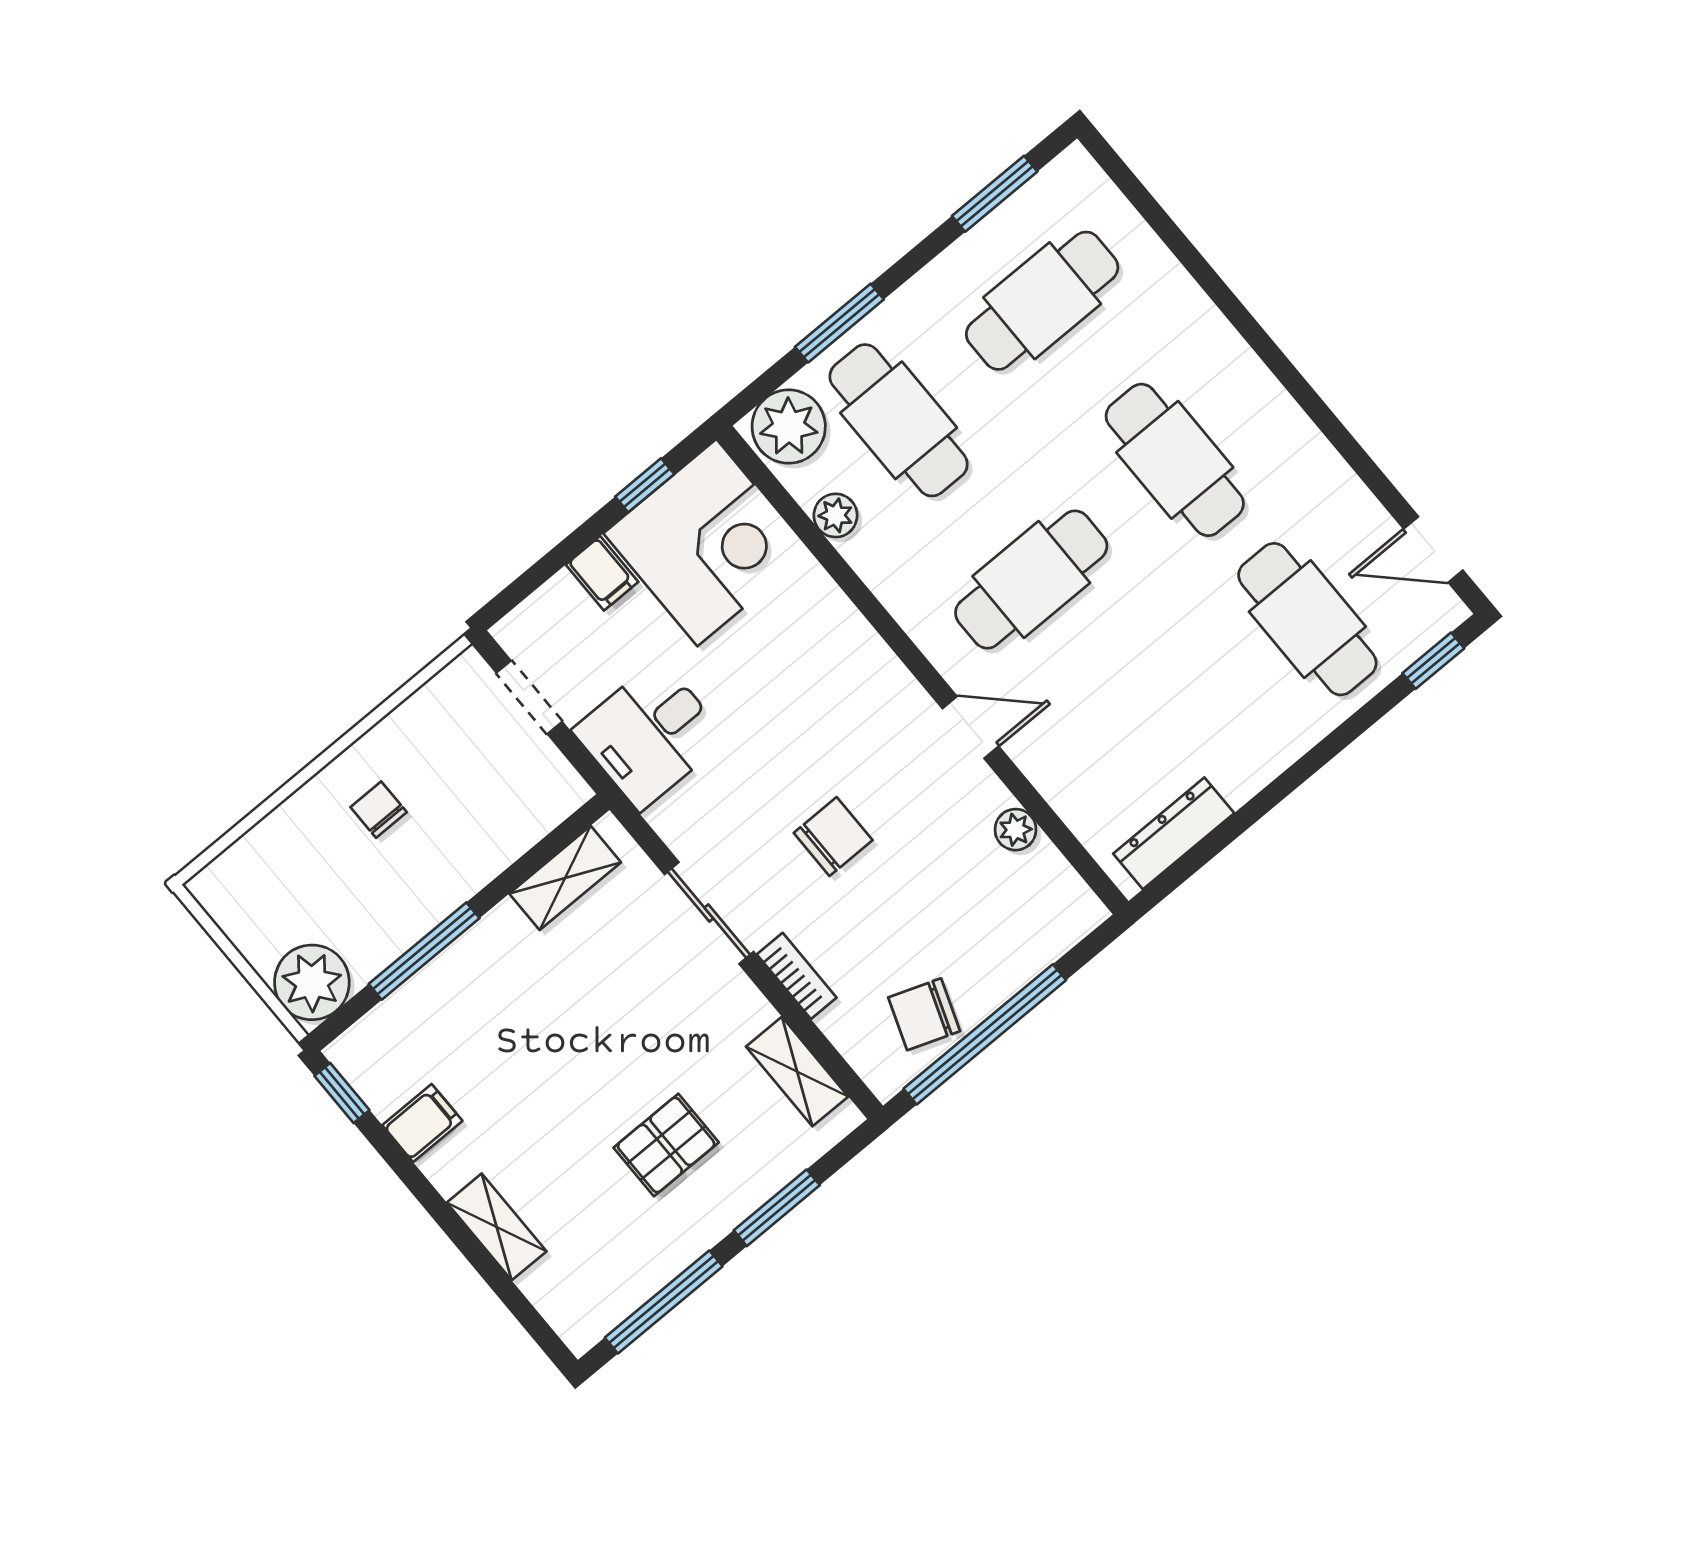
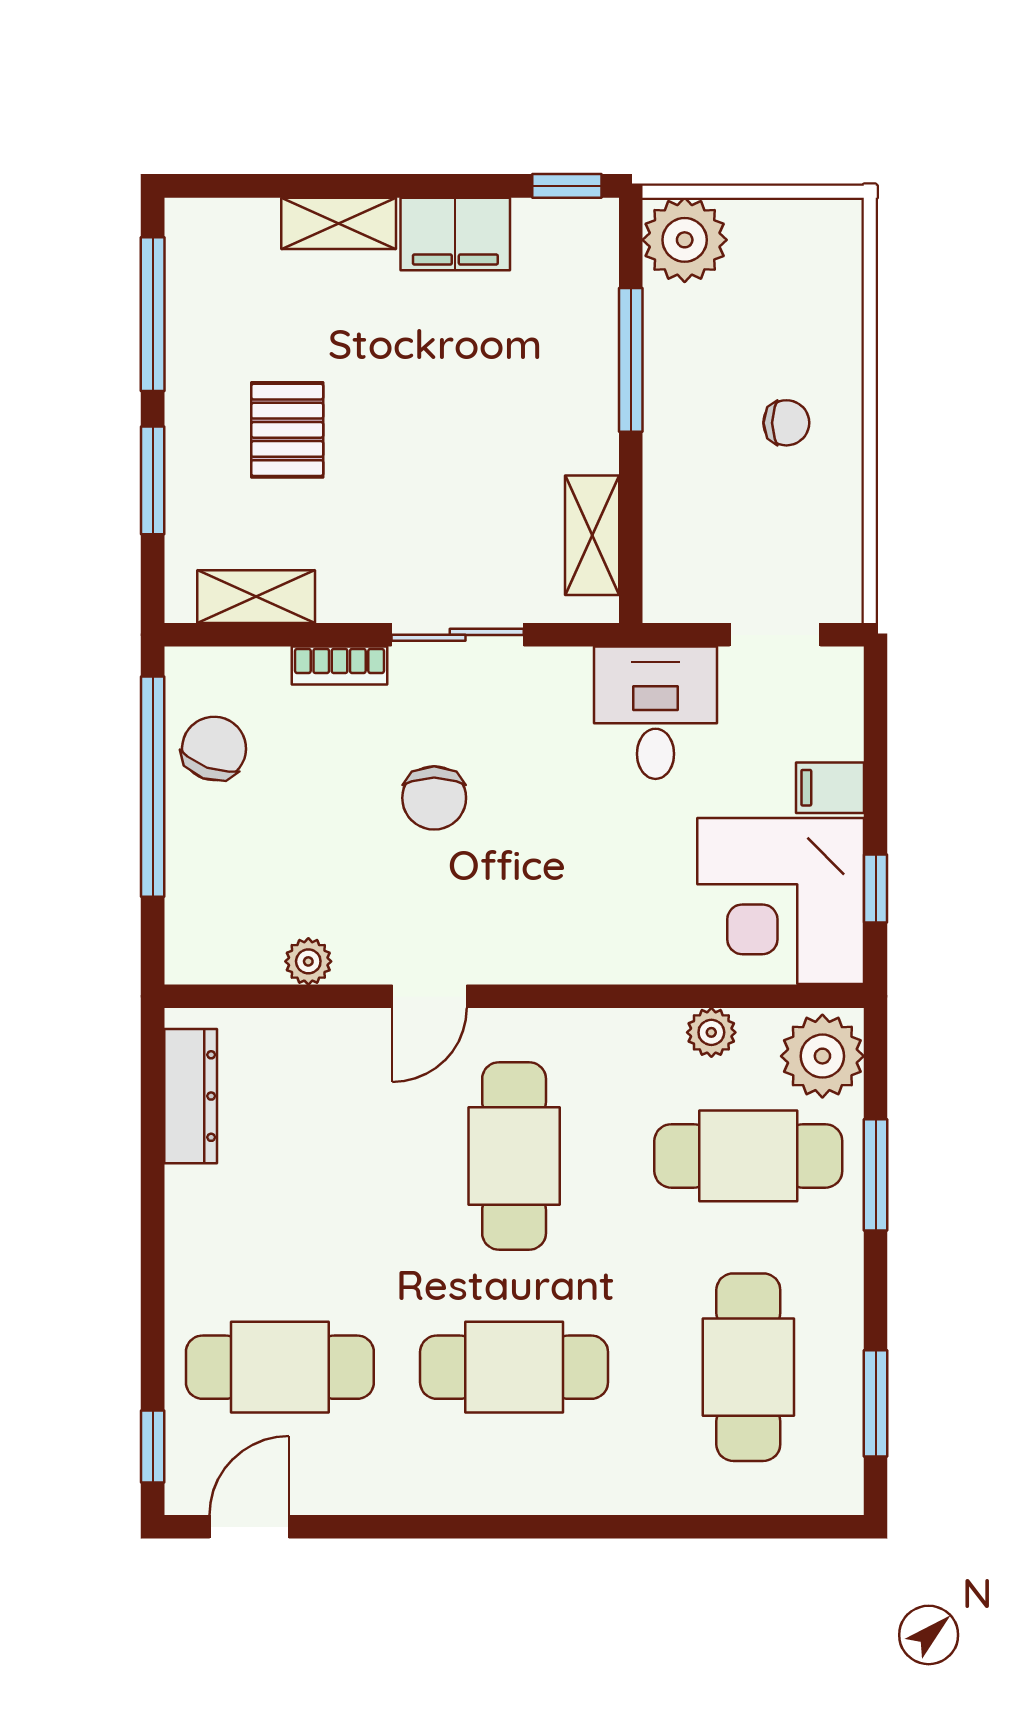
filing cabinet: (422, 1123) -> (455, 234), width x2.00

